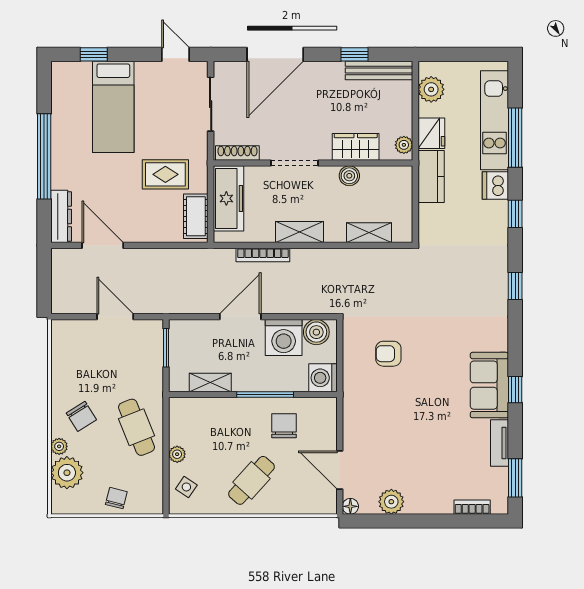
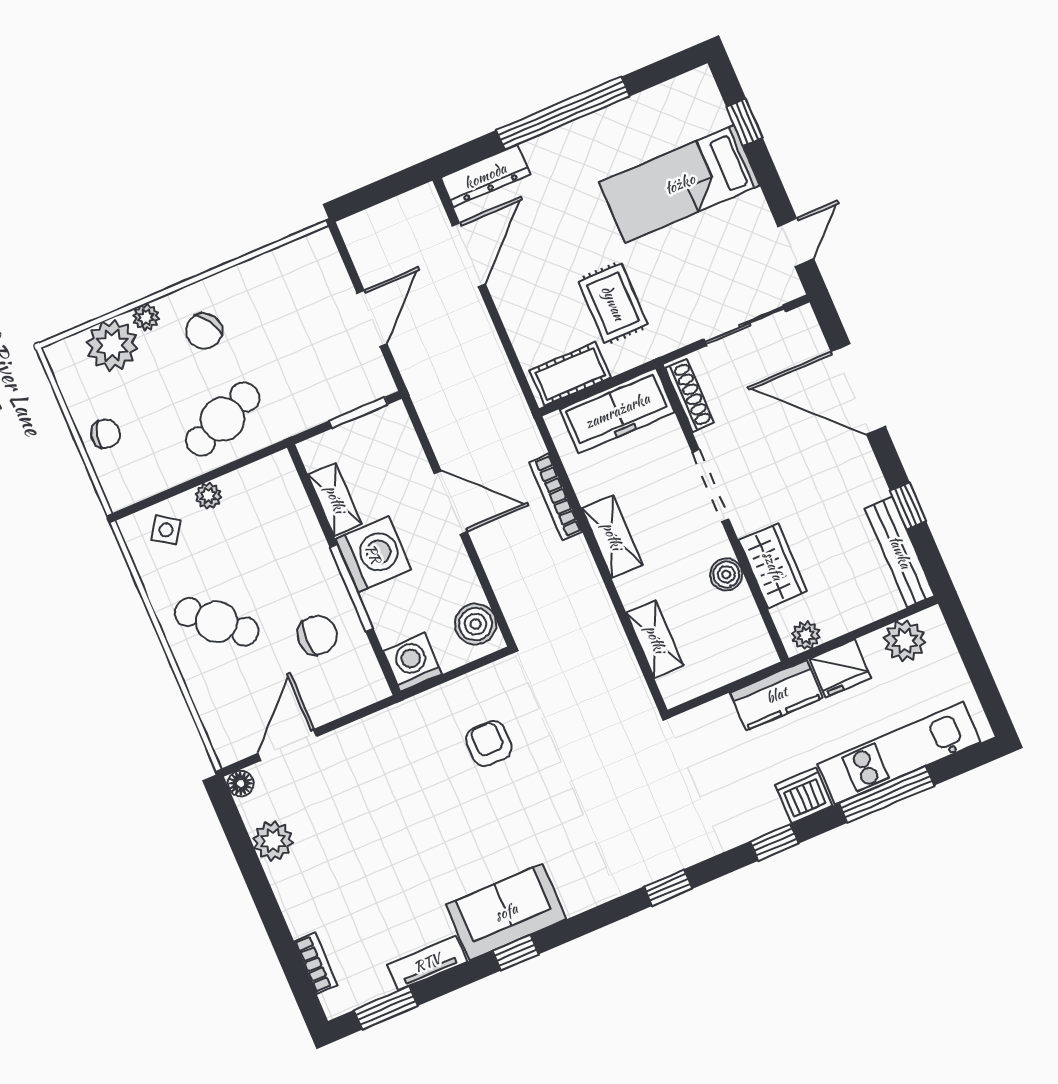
washing machine: (284, 337) -> (373, 554), moved, turned 180

